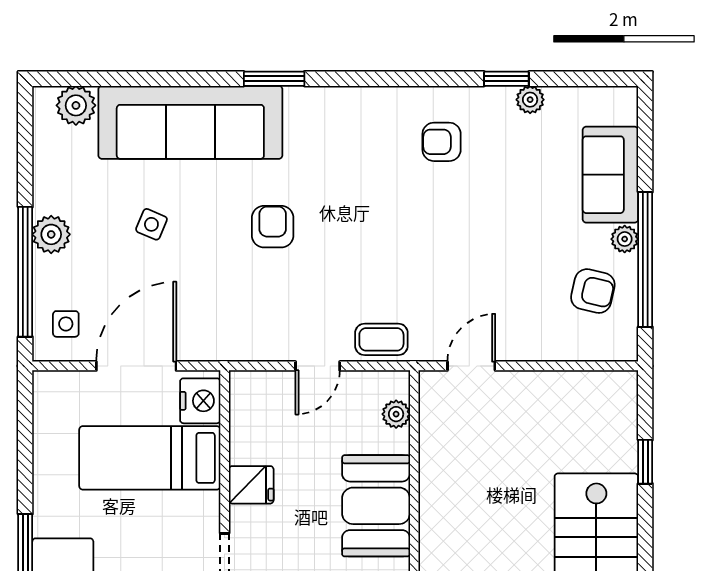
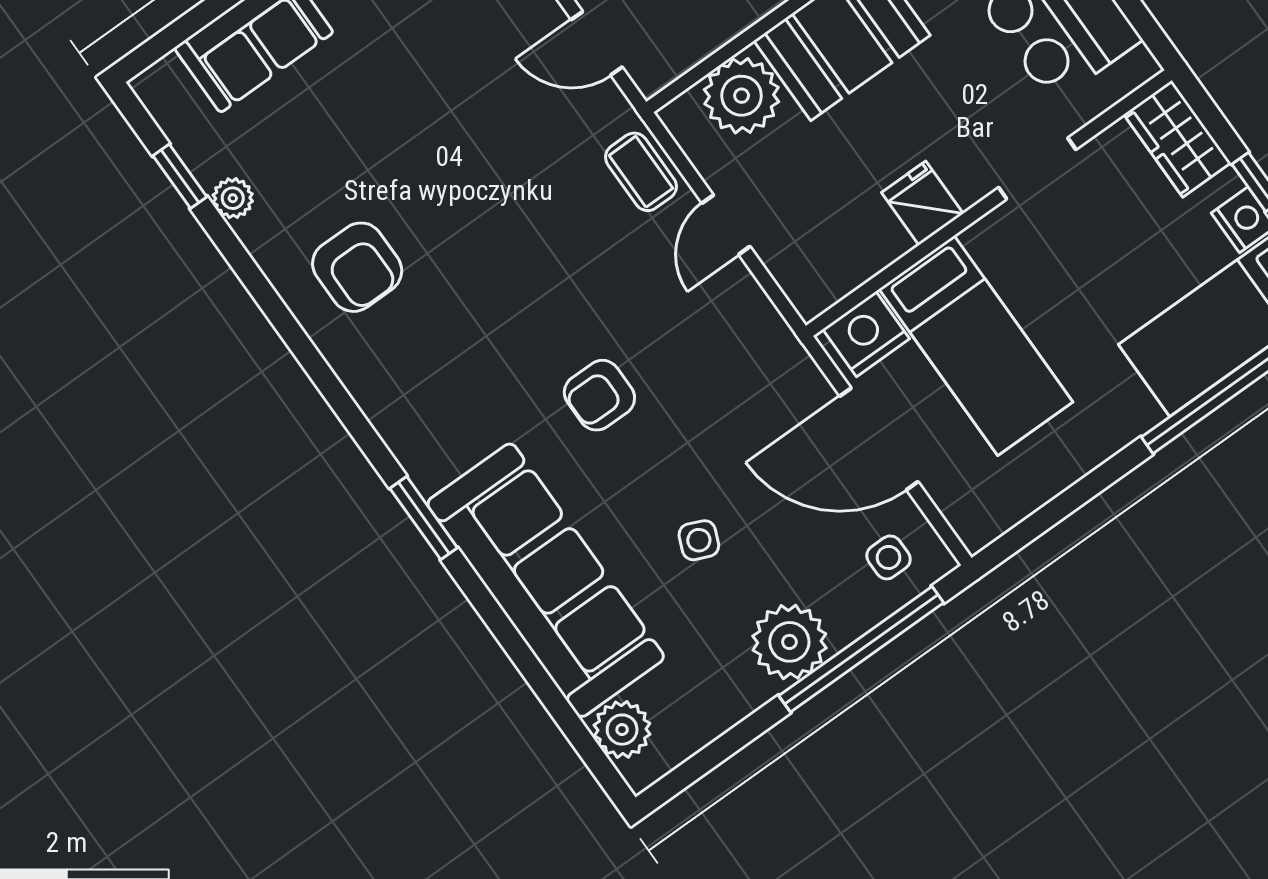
window: (506, 79) -> (180, 176), moved
armchair: (442, 142) -> (357, 267), width x1.38, depth x1.38
plant: (51, 234) -> (789, 642), width x1.36, depth x1.36
door: (318, 366) -> (726, 225), swing flipped
plant: (396, 414) -> (742, 96), width x1.88, depth x1.88

